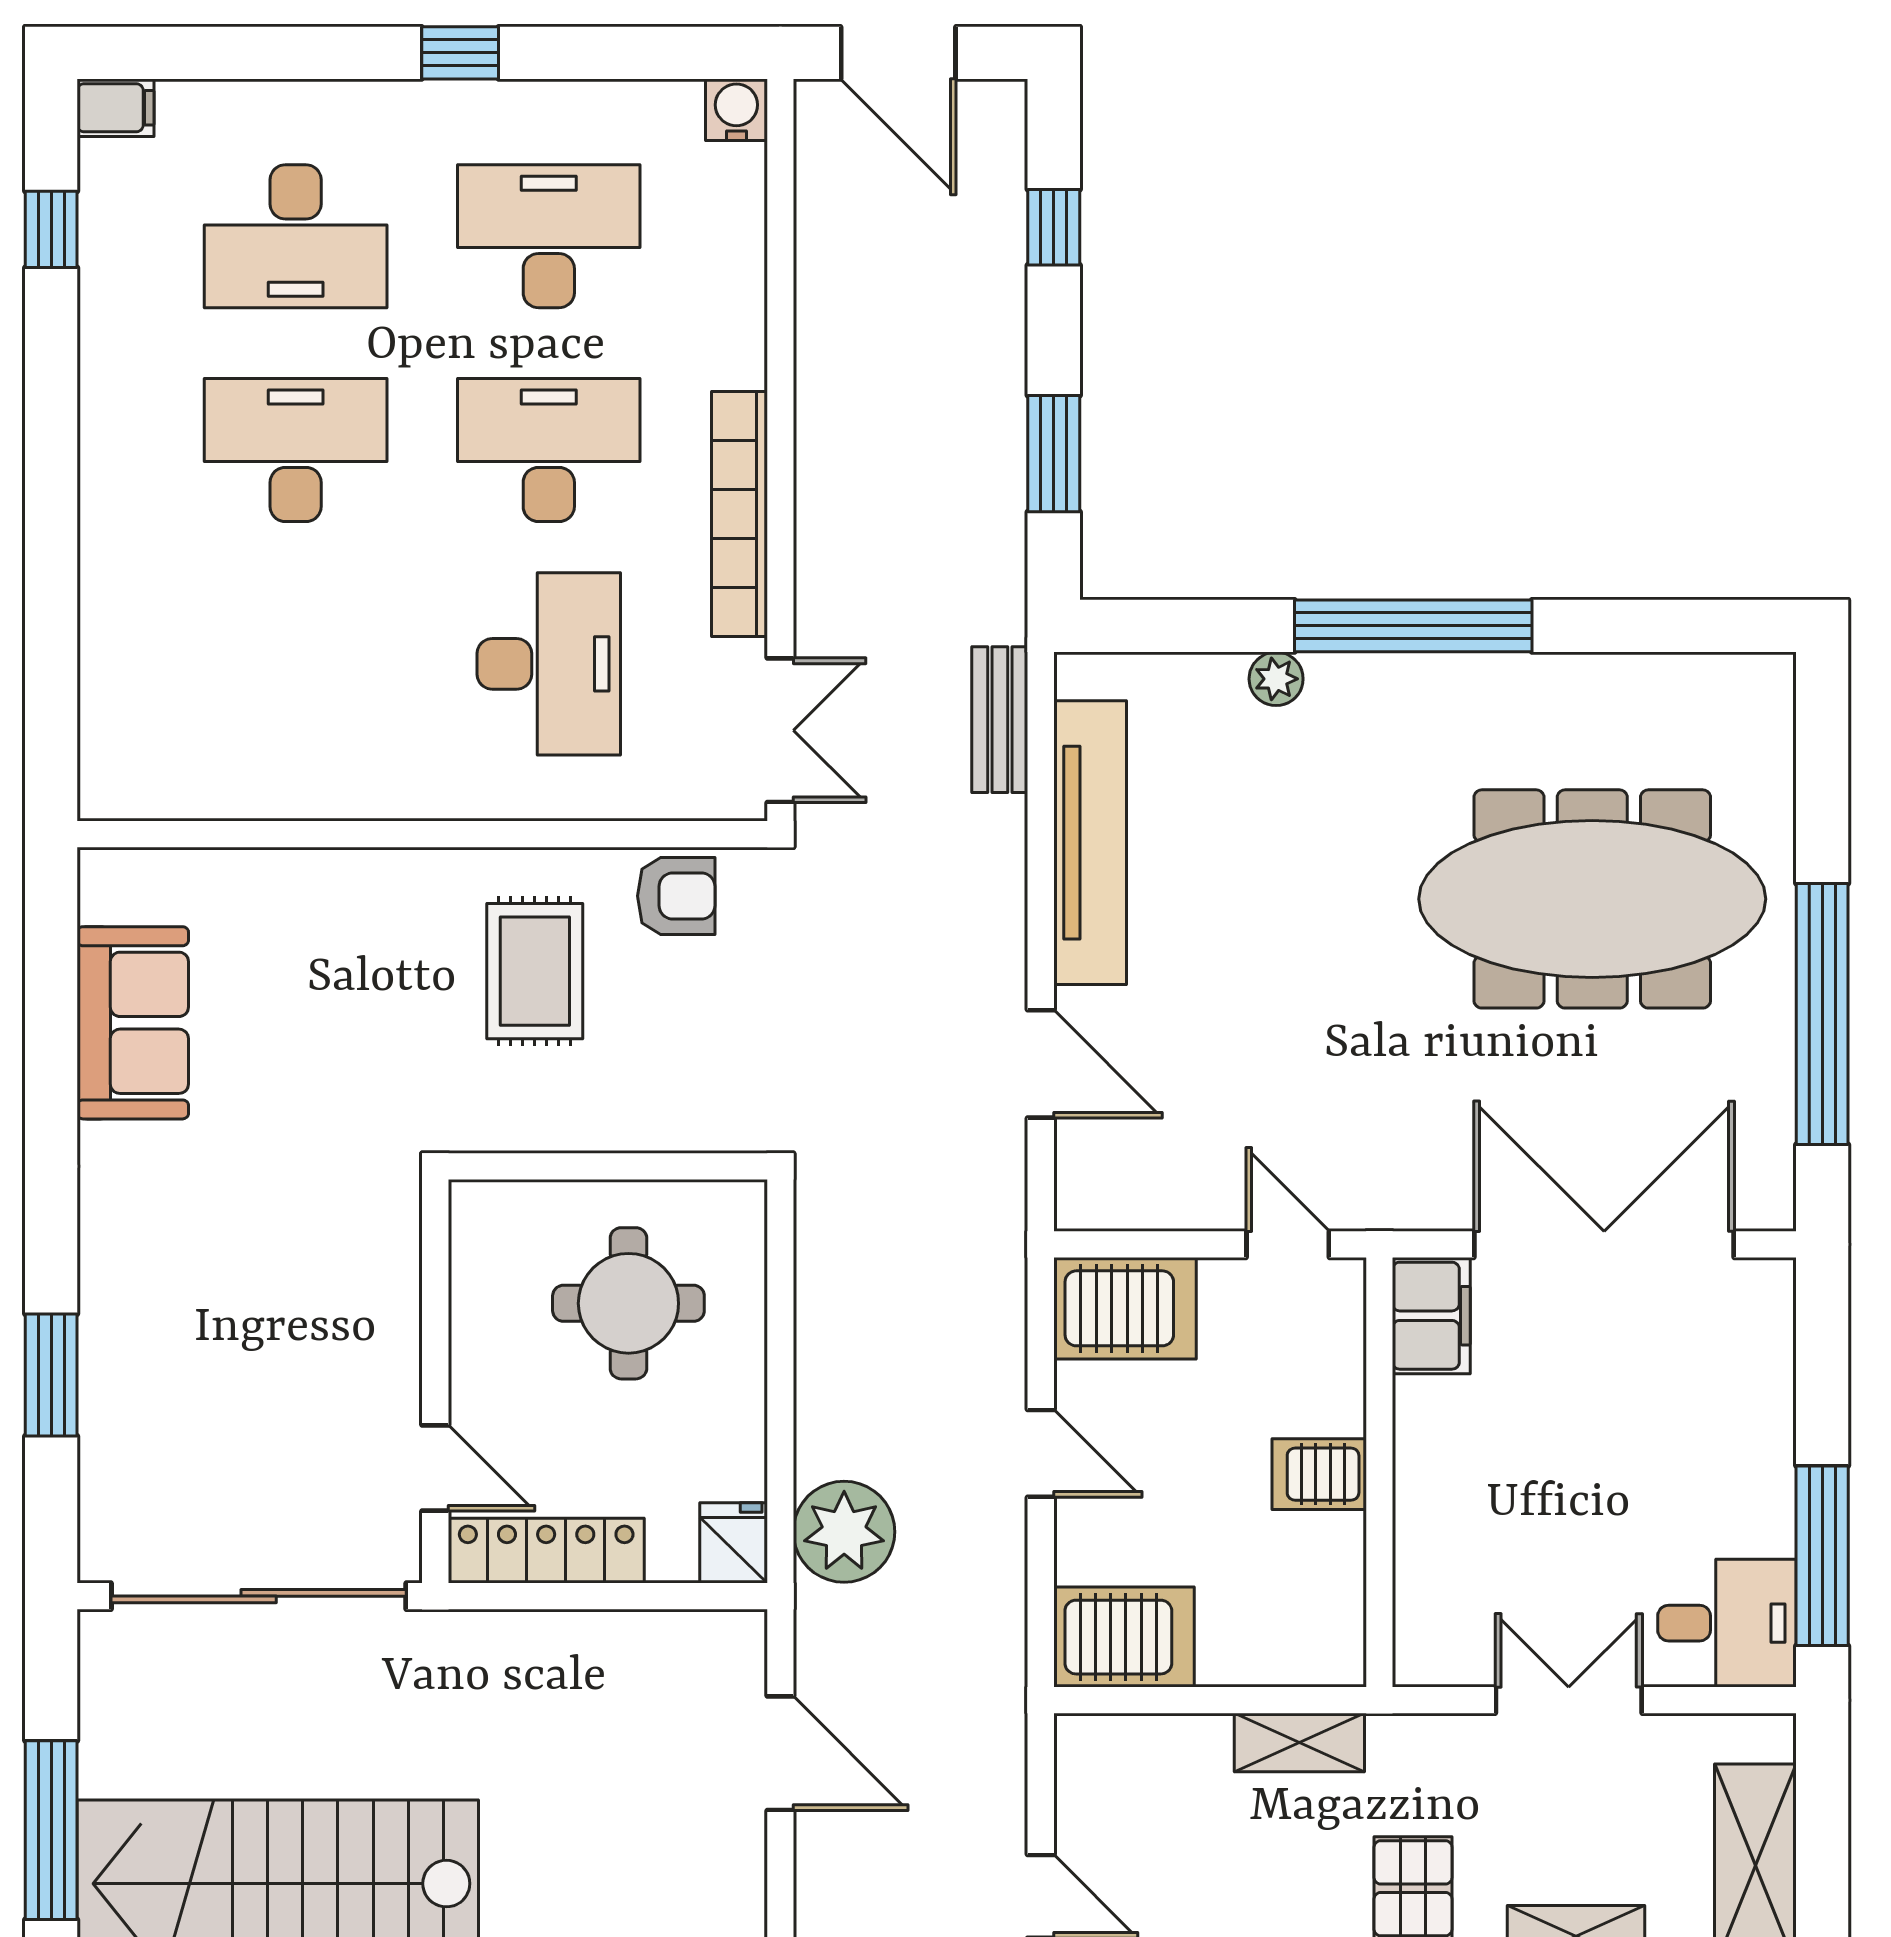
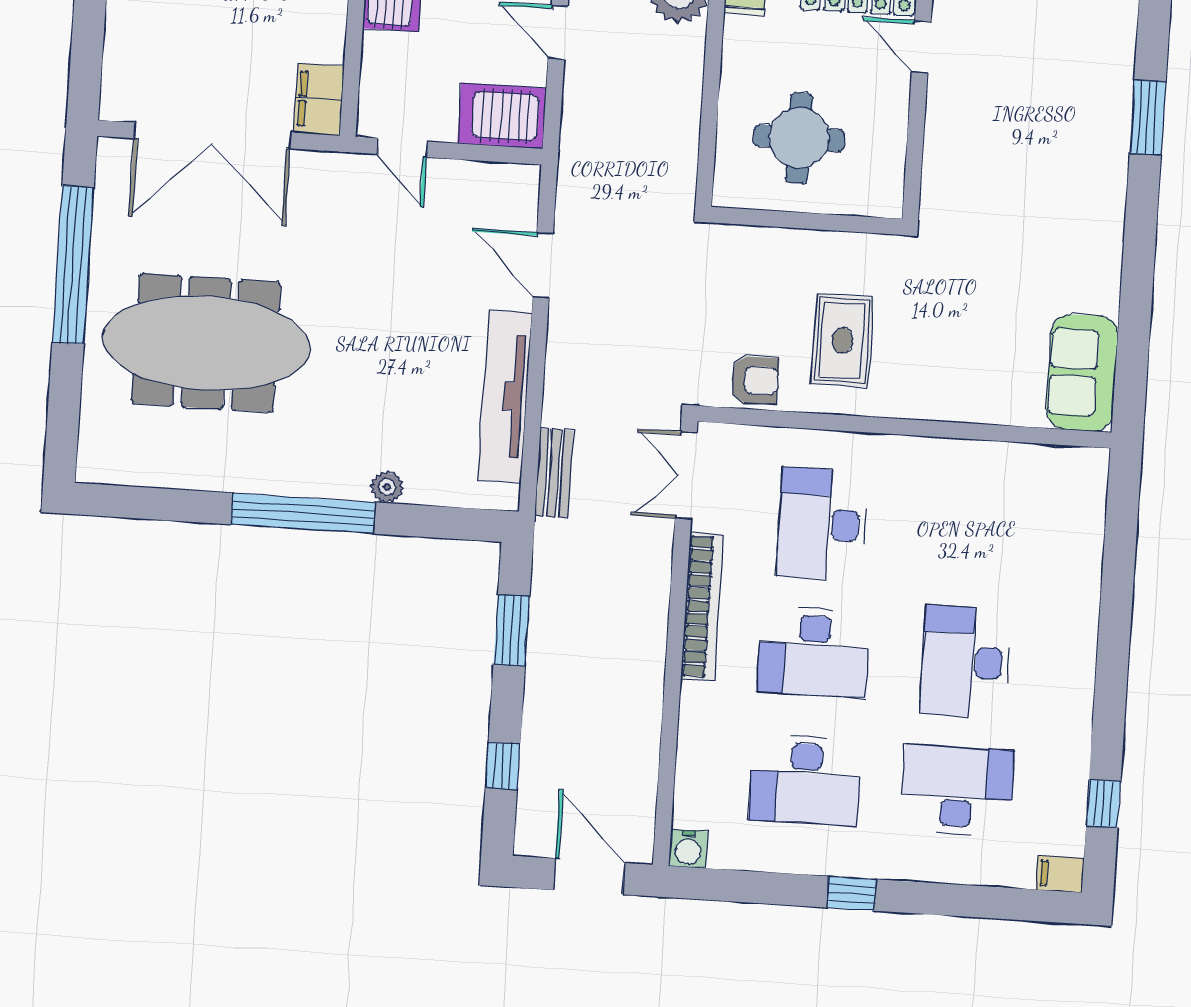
desk: (296, 450) -> (965, 662), turned 90
armchair: (676, 896) -> (755, 380), turned 180
sofa: (133, 1023) -> (1082, 373), moved

